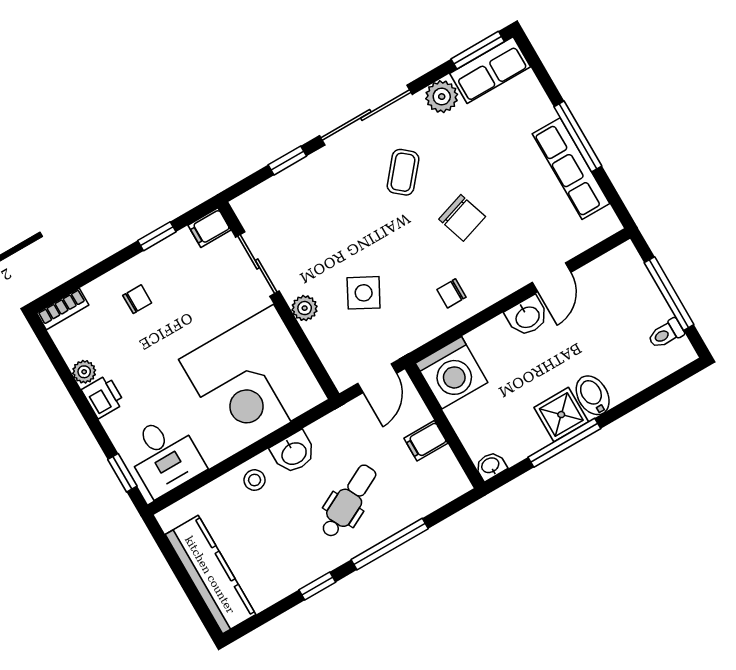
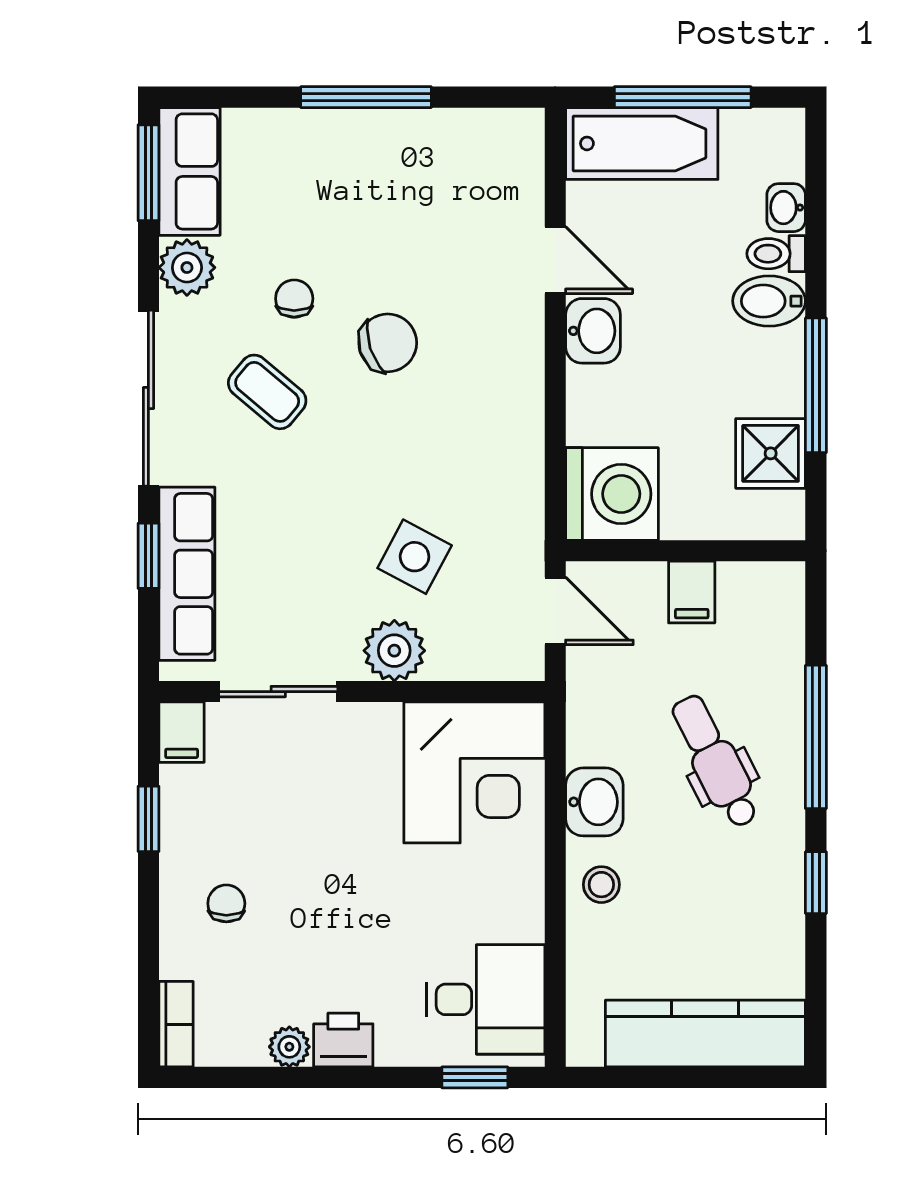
row of seats: (571, 169) -> (187, 574), moved, turned -90
bathtub: (634, 287) -> (642, 143), added
chair: (452, 293) -> (294, 299), moved, turned 180
plant: (305, 308) -> (394, 651), width x1.38, depth x1.38
toilet: (666, 334) -> (776, 254), moved, turned 90
corner desk: (254, 379) -> (474, 772), width x0.74, depth x0.74
shower: (561, 415) -> (771, 453), moved
washbasin: (491, 466) -> (786, 208), moved

